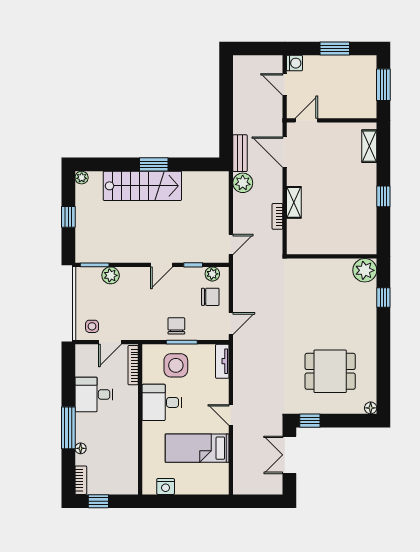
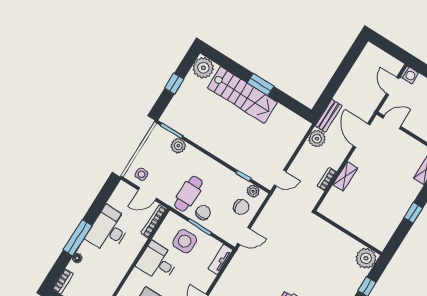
plant: (82, 178) -> (203, 68), width x1.88, depth x1.88
door: (162, 265) -> (220, 161), removed
cafe table: (150, 316) -> (189, 194), added
desk: (94, 394) -> (109, 230), width x1.37

